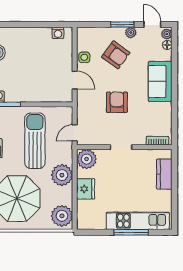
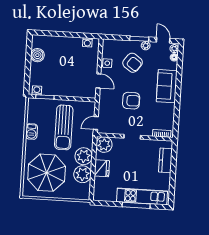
armchair: (117, 102) -> (131, 101), turned 90
sun lounger: (35, 141) -> (64, 127), turned 180
plant: (62, 216) -> (83, 174), moved

